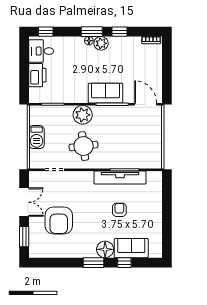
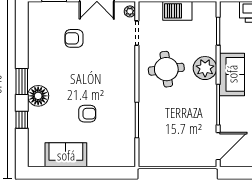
sofa: (105, 93) -> (232, 74), moved
plant: (37, 175) -> (130, 11), added
tv unit: (120, 178) -> (127, 114), removed
armchair: (59, 221) -> (74, 38), width x0.53, depth x0.53
sofa: (131, 248) -> (66, 155), moved, turned -90

